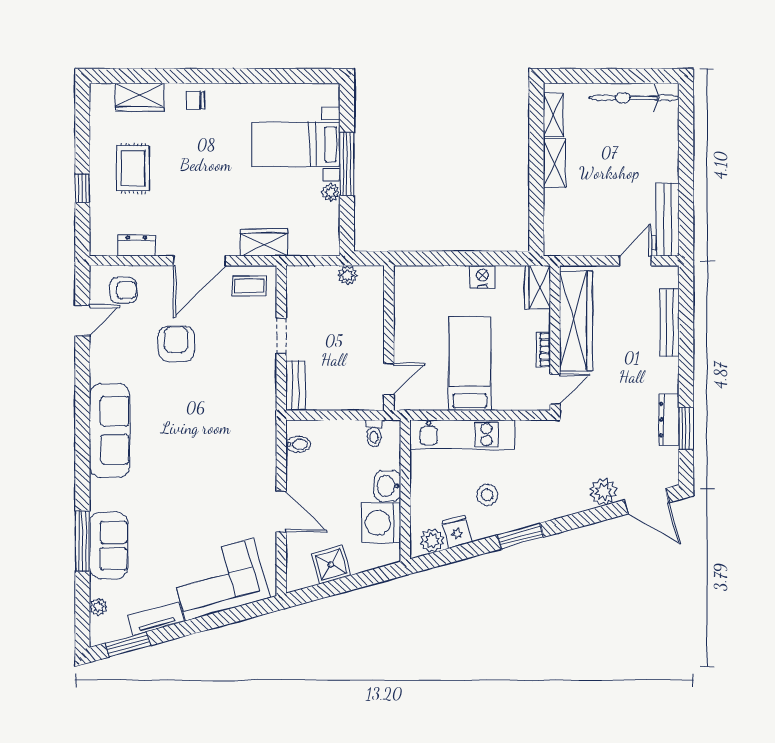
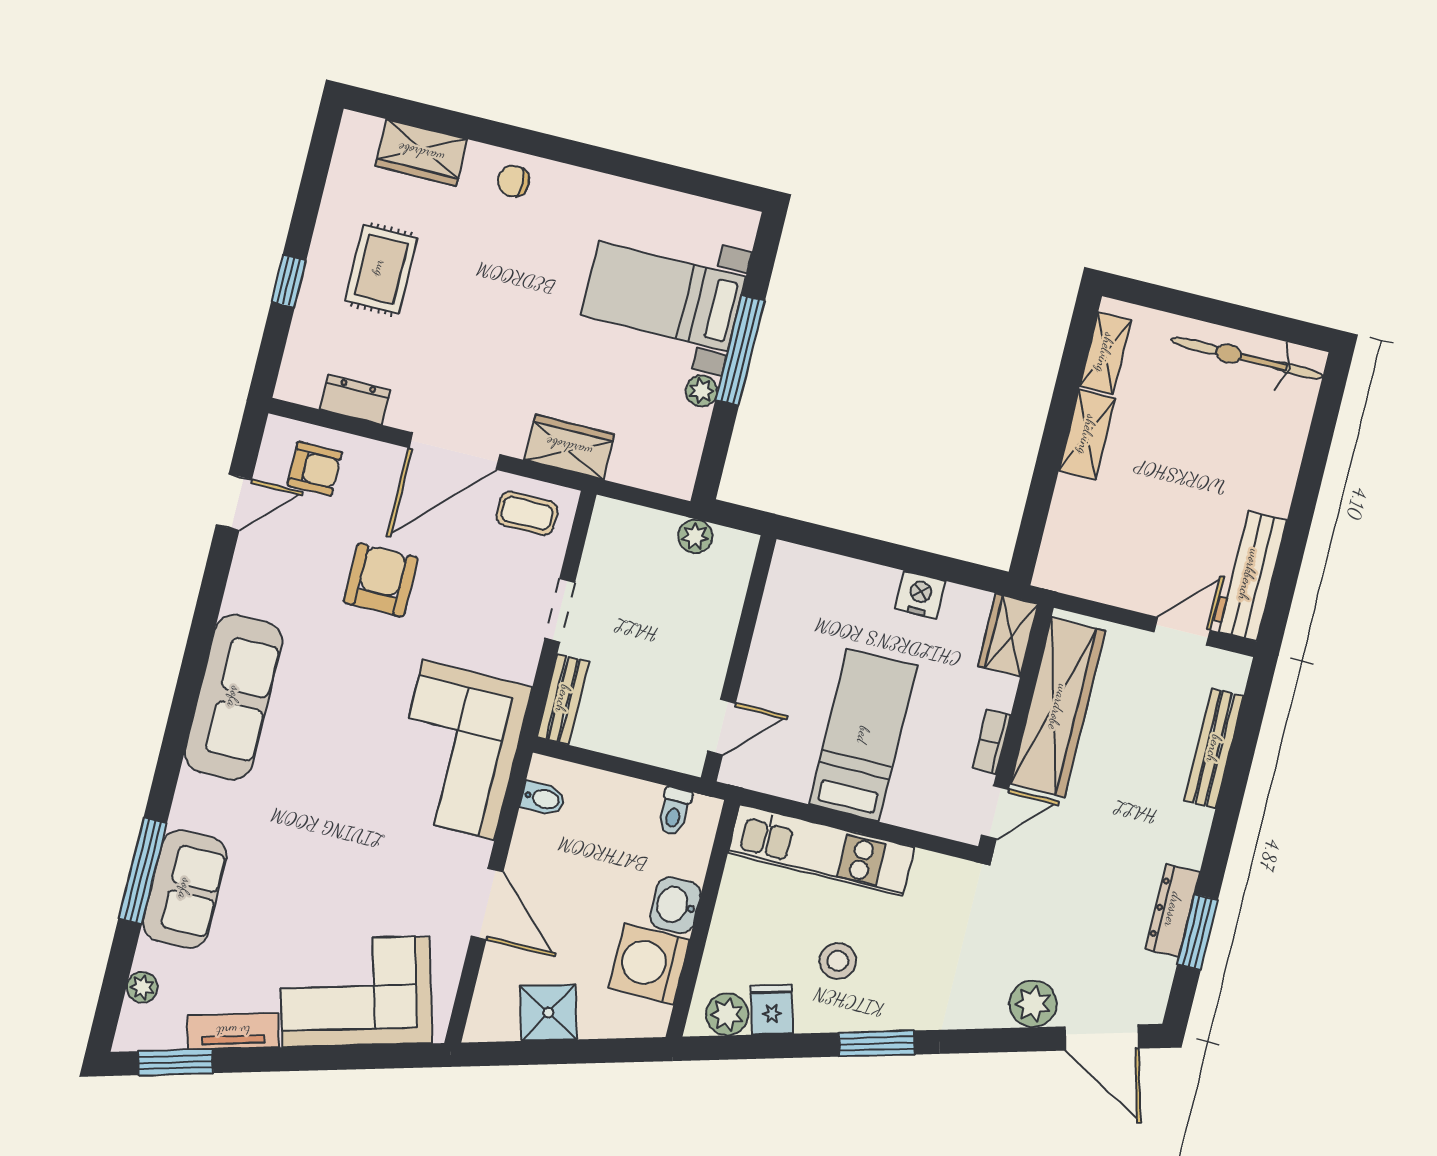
corner sofa: (244, 429) -> (459, 750), added

